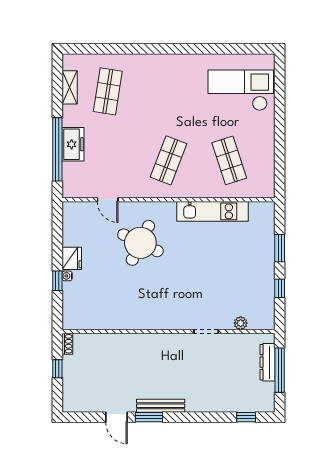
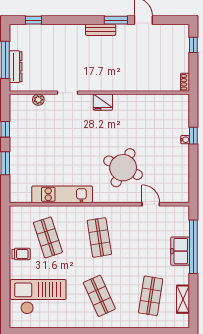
checkout: (241, 90) -> (38, 297), turned 180
shop shelf: (169, 91) -> (99, 296), added
trolley: (261, 141) -> (21, 254), added
shop shelf: (169, 160) -> (99, 237), turned -30
fridge: (72, 258) -> (103, 102), moved, turned -90
window: (57, 369) -> (193, 45), moved
bench: (161, 406) -> (101, 30), width x0.73

